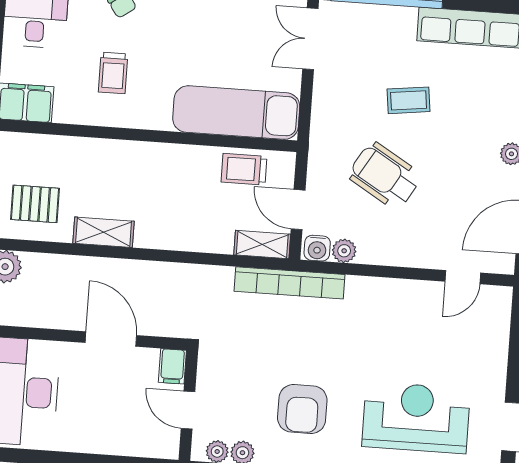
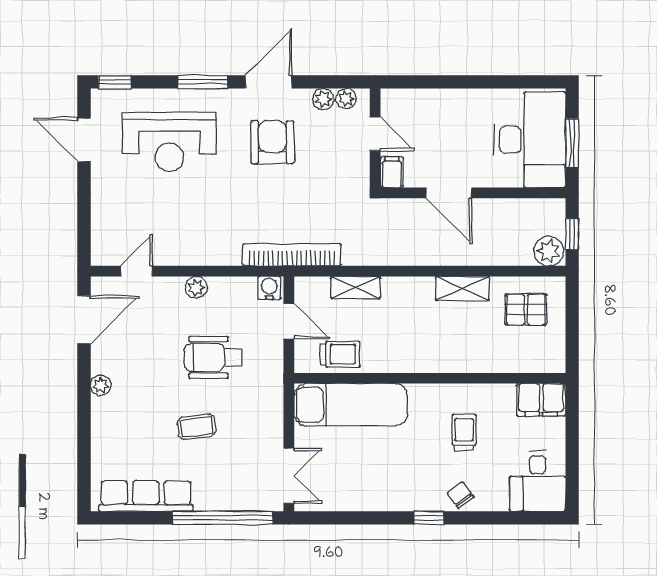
wheelchair: (385, 176) -> (213, 357), turned 149
shelving: (262, 245) -> (355, 288), moved
plant: (344, 251) -> (196, 287), moved

